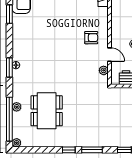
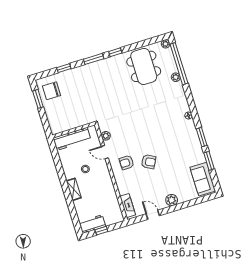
armchair: (69, 32) -> (149, 162), added
window: (9, 68) -> (202, 137), moved
dining table: (47, 111) -> (144, 66), moved

